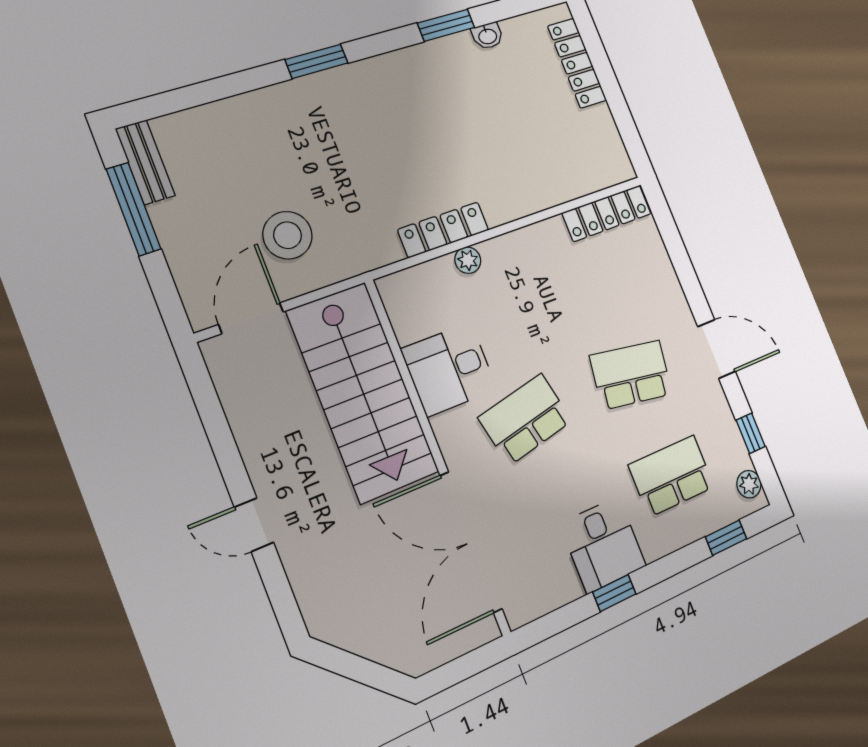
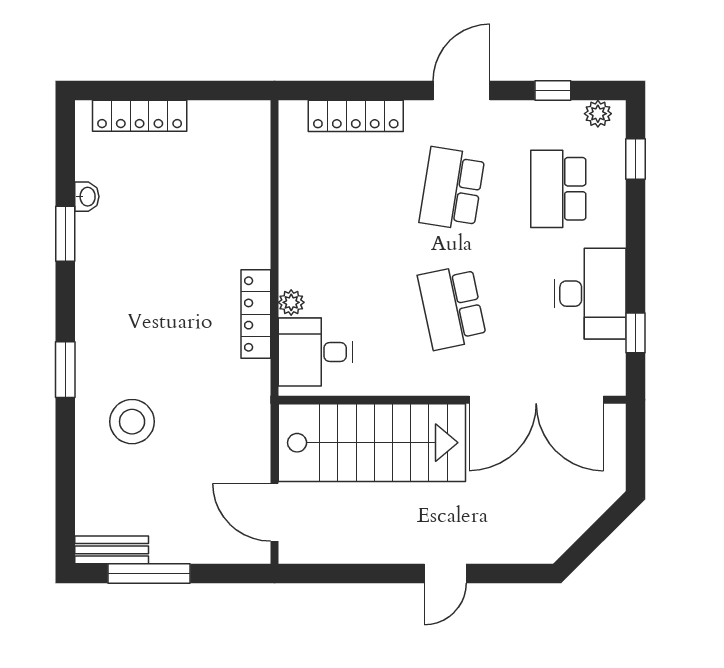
locker: (607, 213) -> (356, 116), moved, turned 90
stool: (288, 235) -> (132, 422), moved
desk: (449, 369) -> (315, 352), moved, turned 90
desk: (603, 545) -> (590, 294), width x1.37
window: (614, 593) -> (635, 333), moved

